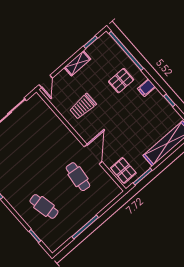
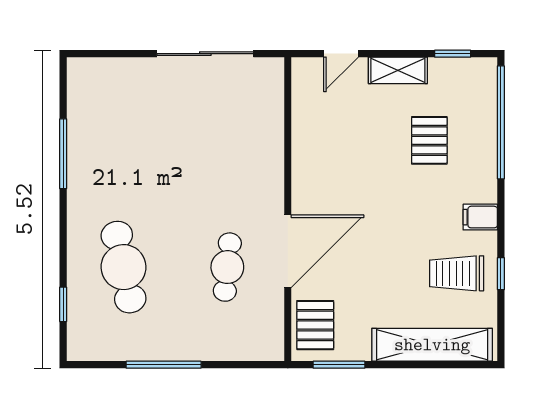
door: (46, 81) -> (341, 54), moved
pallet: (121, 81) -> (429, 140), moved, turned 90
trolley: (83, 106) -> (457, 273), moved
door: (93, 154) -> (288, 251), width x1.36
cafe table: (44, 206) -> (124, 267), width x1.37, depth x1.35

